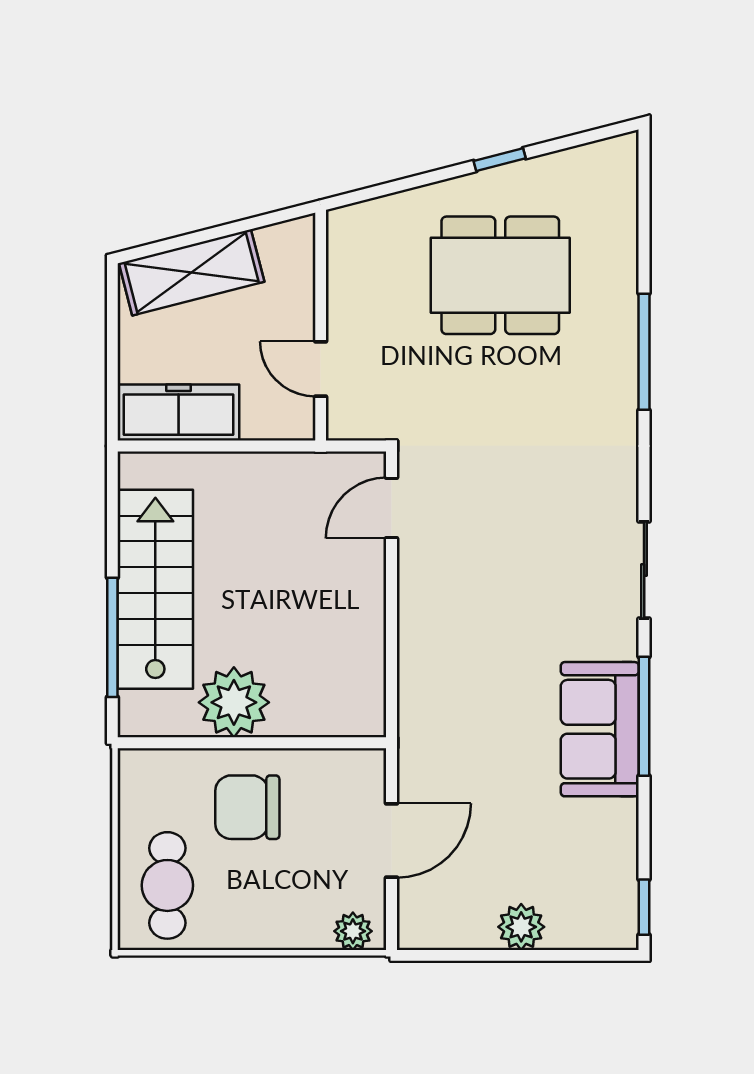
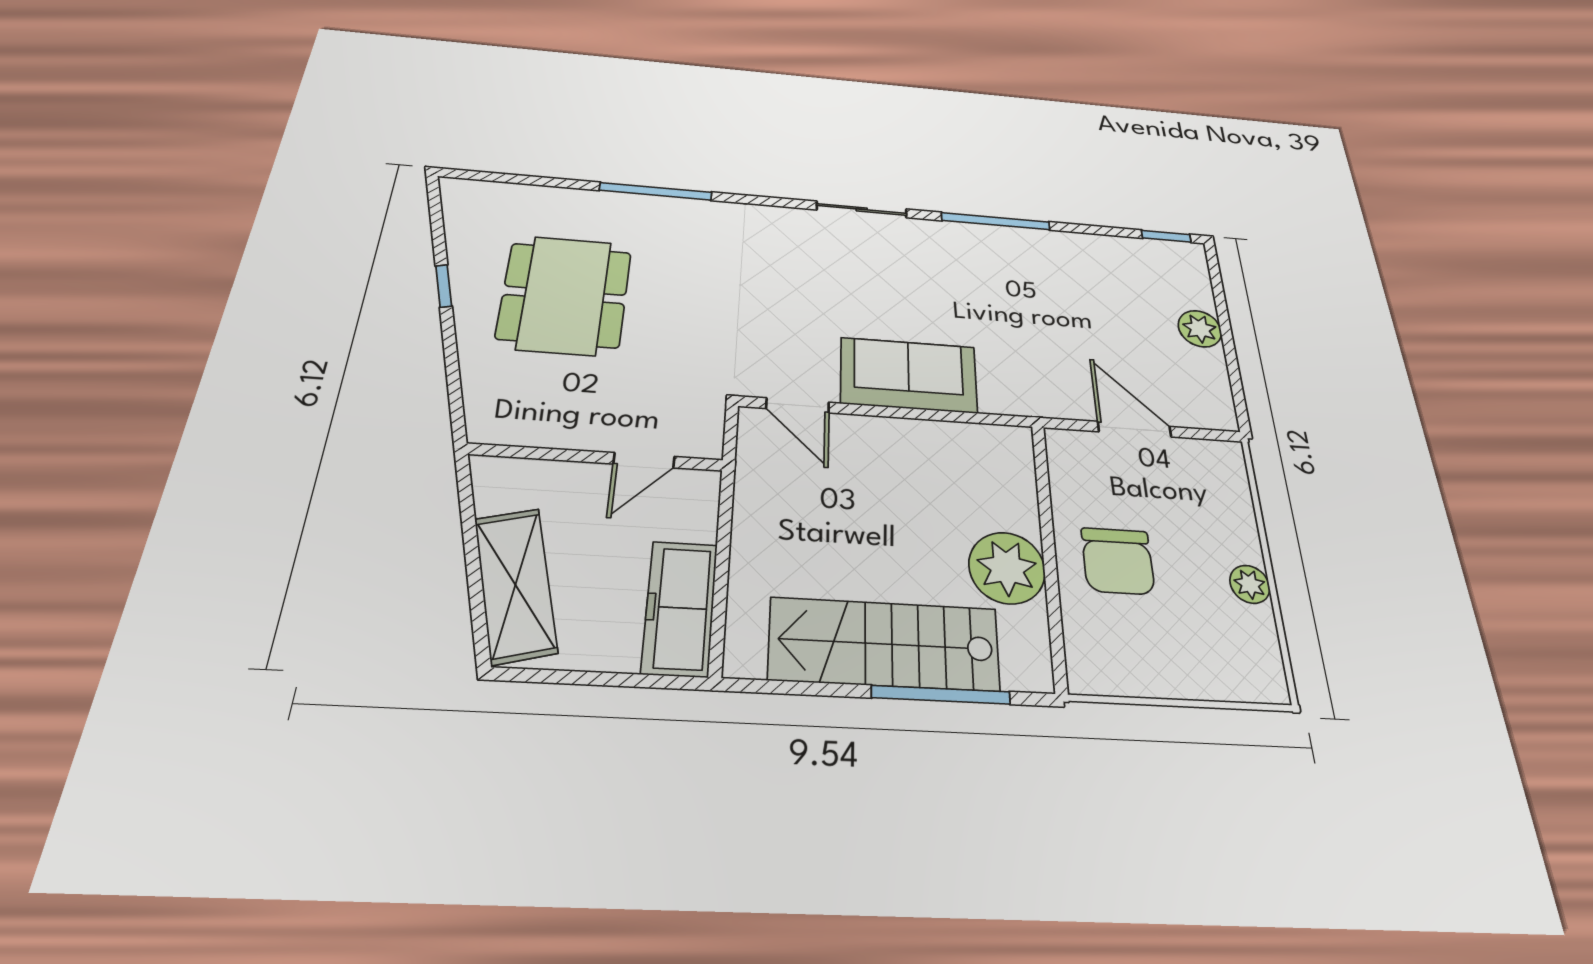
sofa: (600, 729) -> (909, 375), moved, turned 180
cafe table: (167, 885) -> (1213, 648), removed
plant: (353, 931) -> (1250, 584), moved

